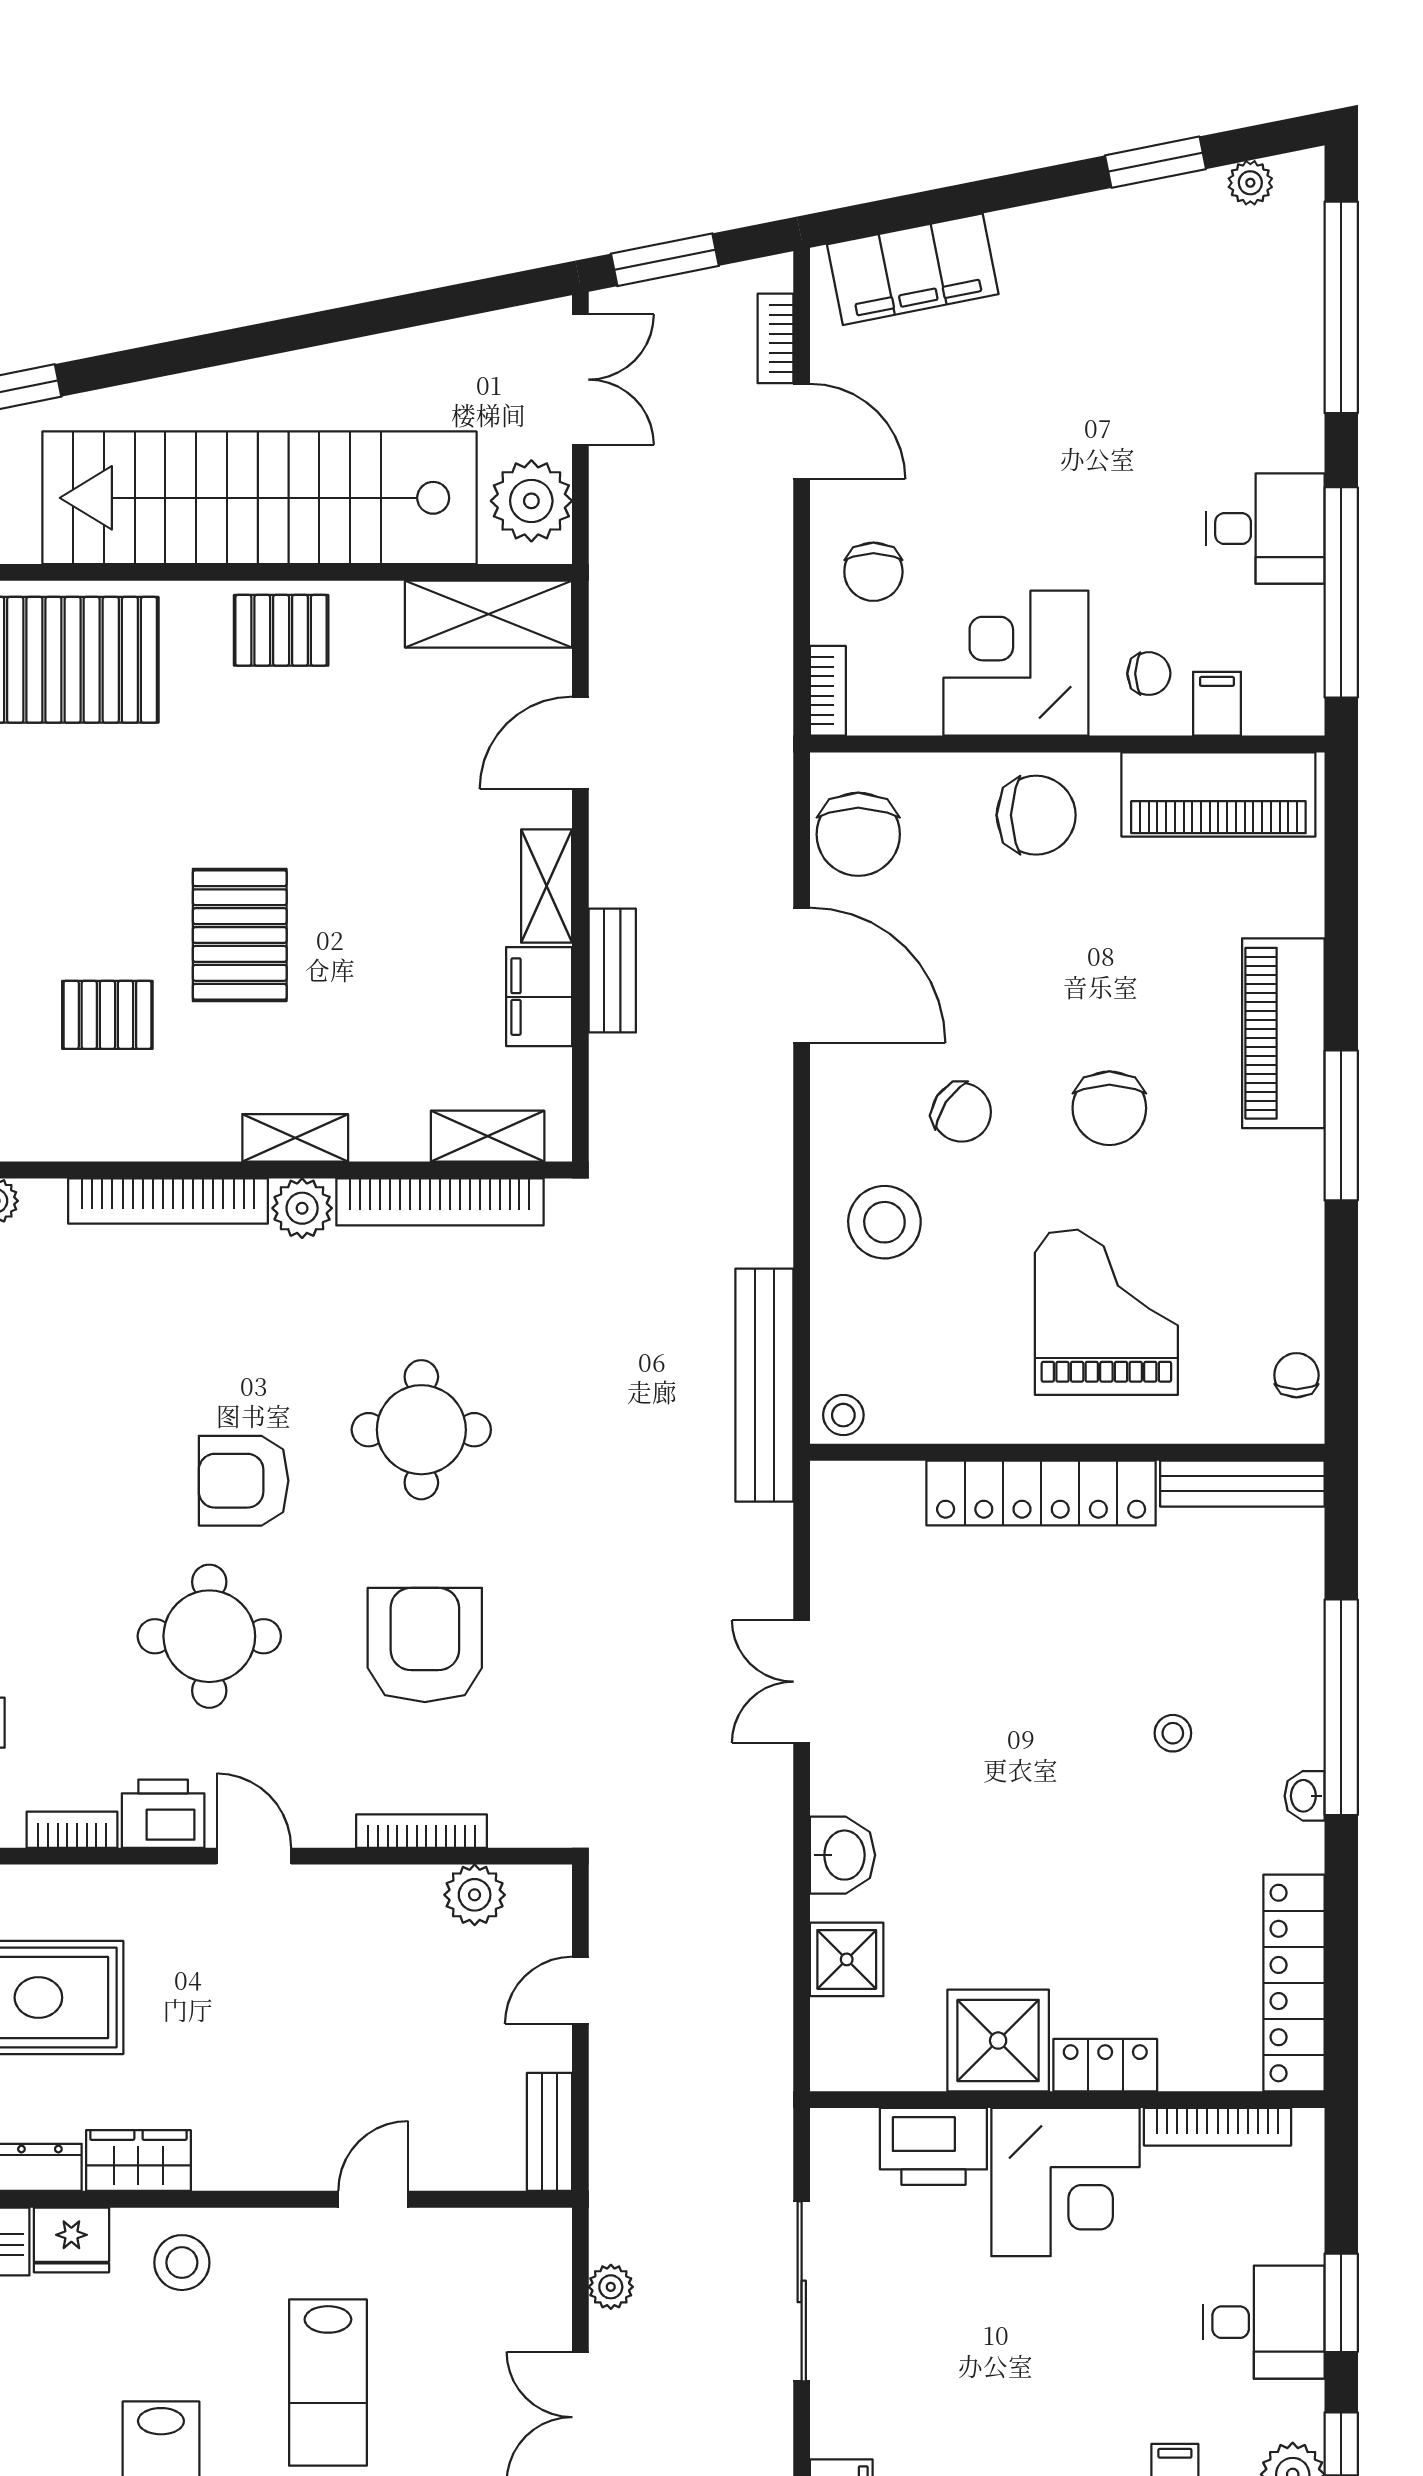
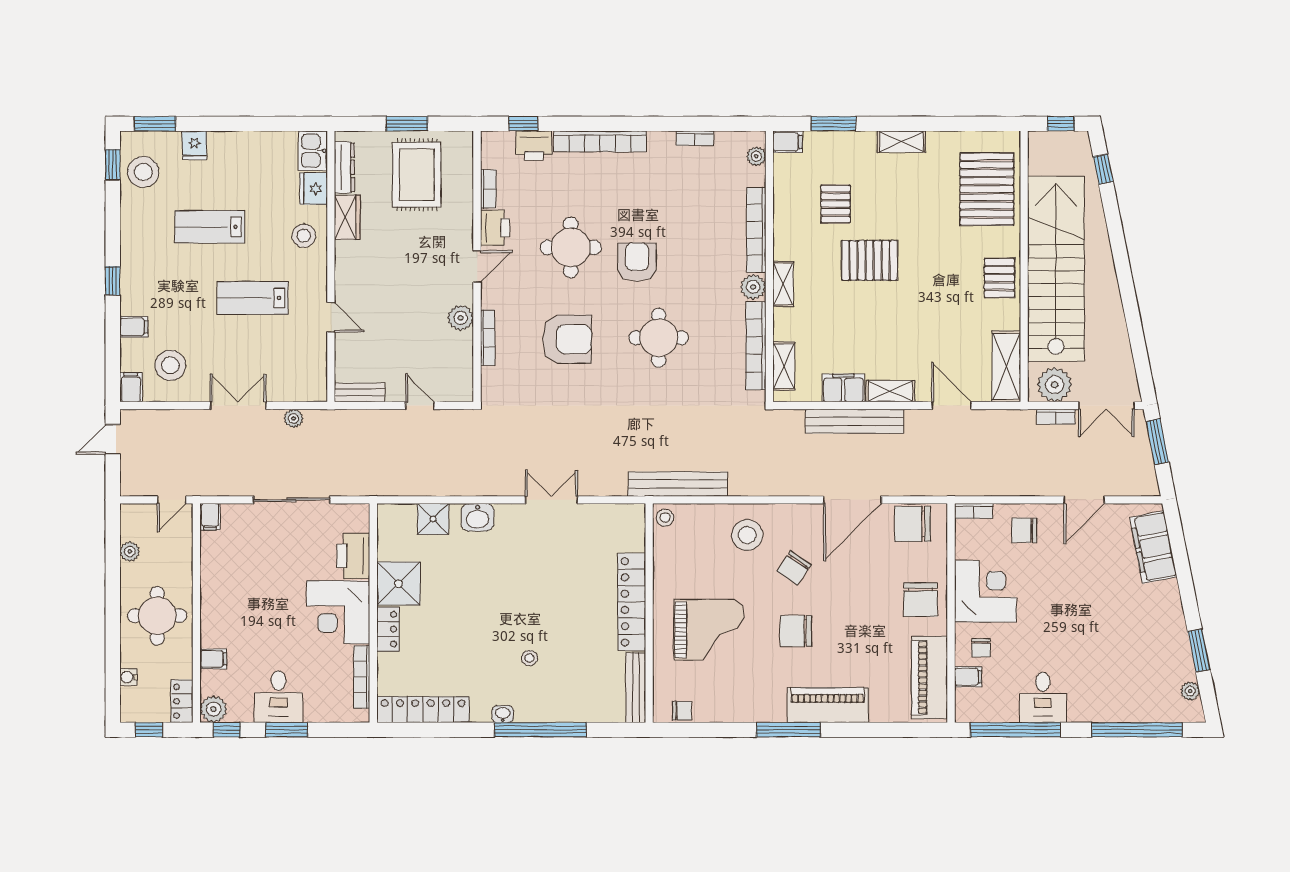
bookcase: (775, 338) -> (1056, 417), moved, turned 180
bench: (612, 971) -> (854, 421), width x1.86, depth x1.21
plant: (475, 1895) -> (461, 318), moved

